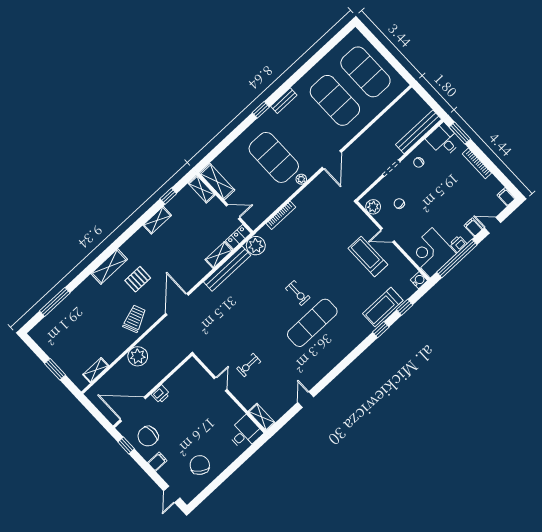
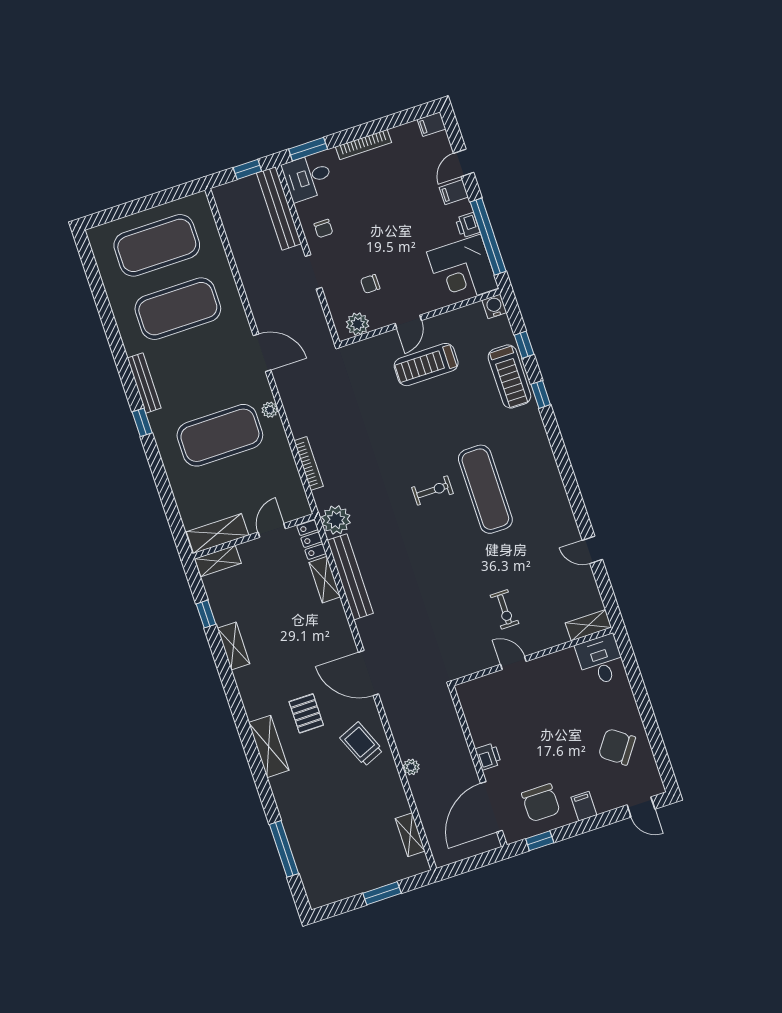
bench: (284, 101) -> (144, 383), width x1.36
window: (433, 104) -> (247, 169), added
plant: (138, 356) -> (411, 767), width x0.53, depth x0.53

